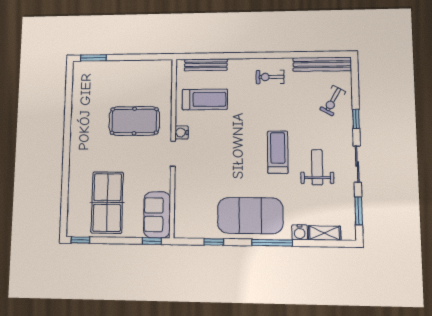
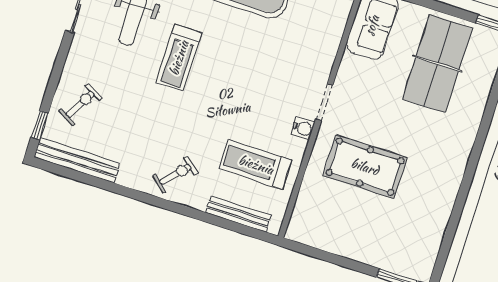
exercise bike: (270, 77) -> (175, 174), moved, turned -48
window: (356, 119) -> (40, 125), moved

